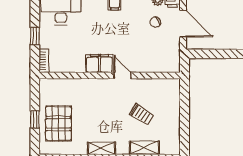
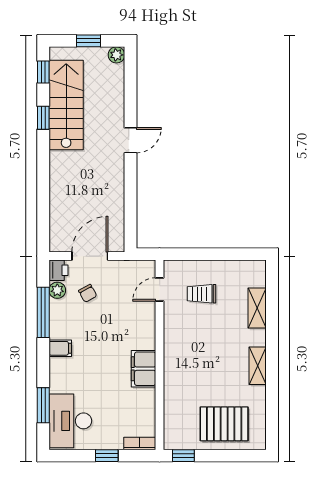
door: (122, 75) -> (160, 289), moved
trolley: (141, 114) -> (202, 294), moved, turned -122
window: (35, 119) -> (183, 456), moved

